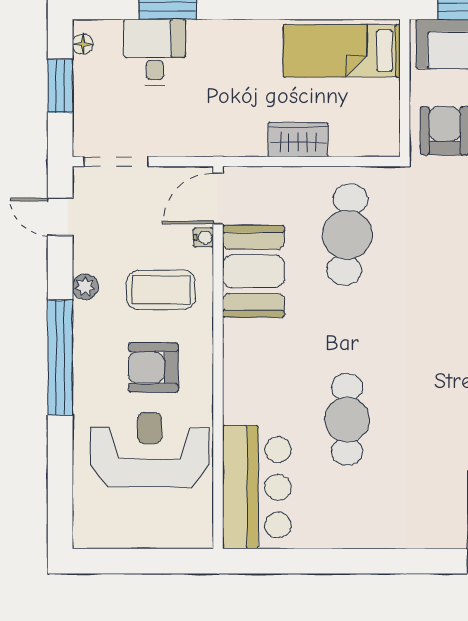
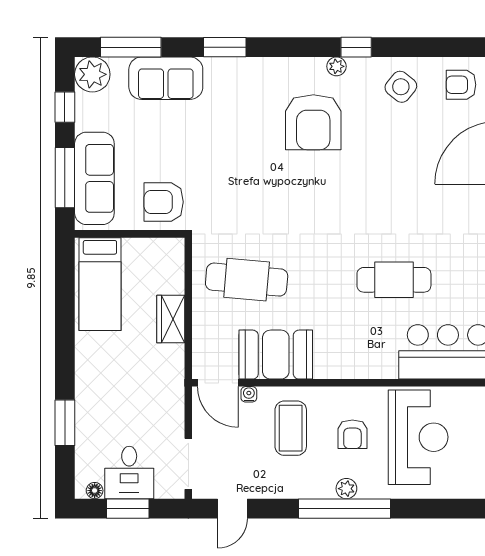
desk: (155, 52) -> (129, 472), moved, turned -90
plant: (85, 287) -> (346, 489), moved
armchair: (153, 367) -> (352, 434), width x0.72, depth x0.72
reception desk: (150, 450) -> (418, 437), turned 180

